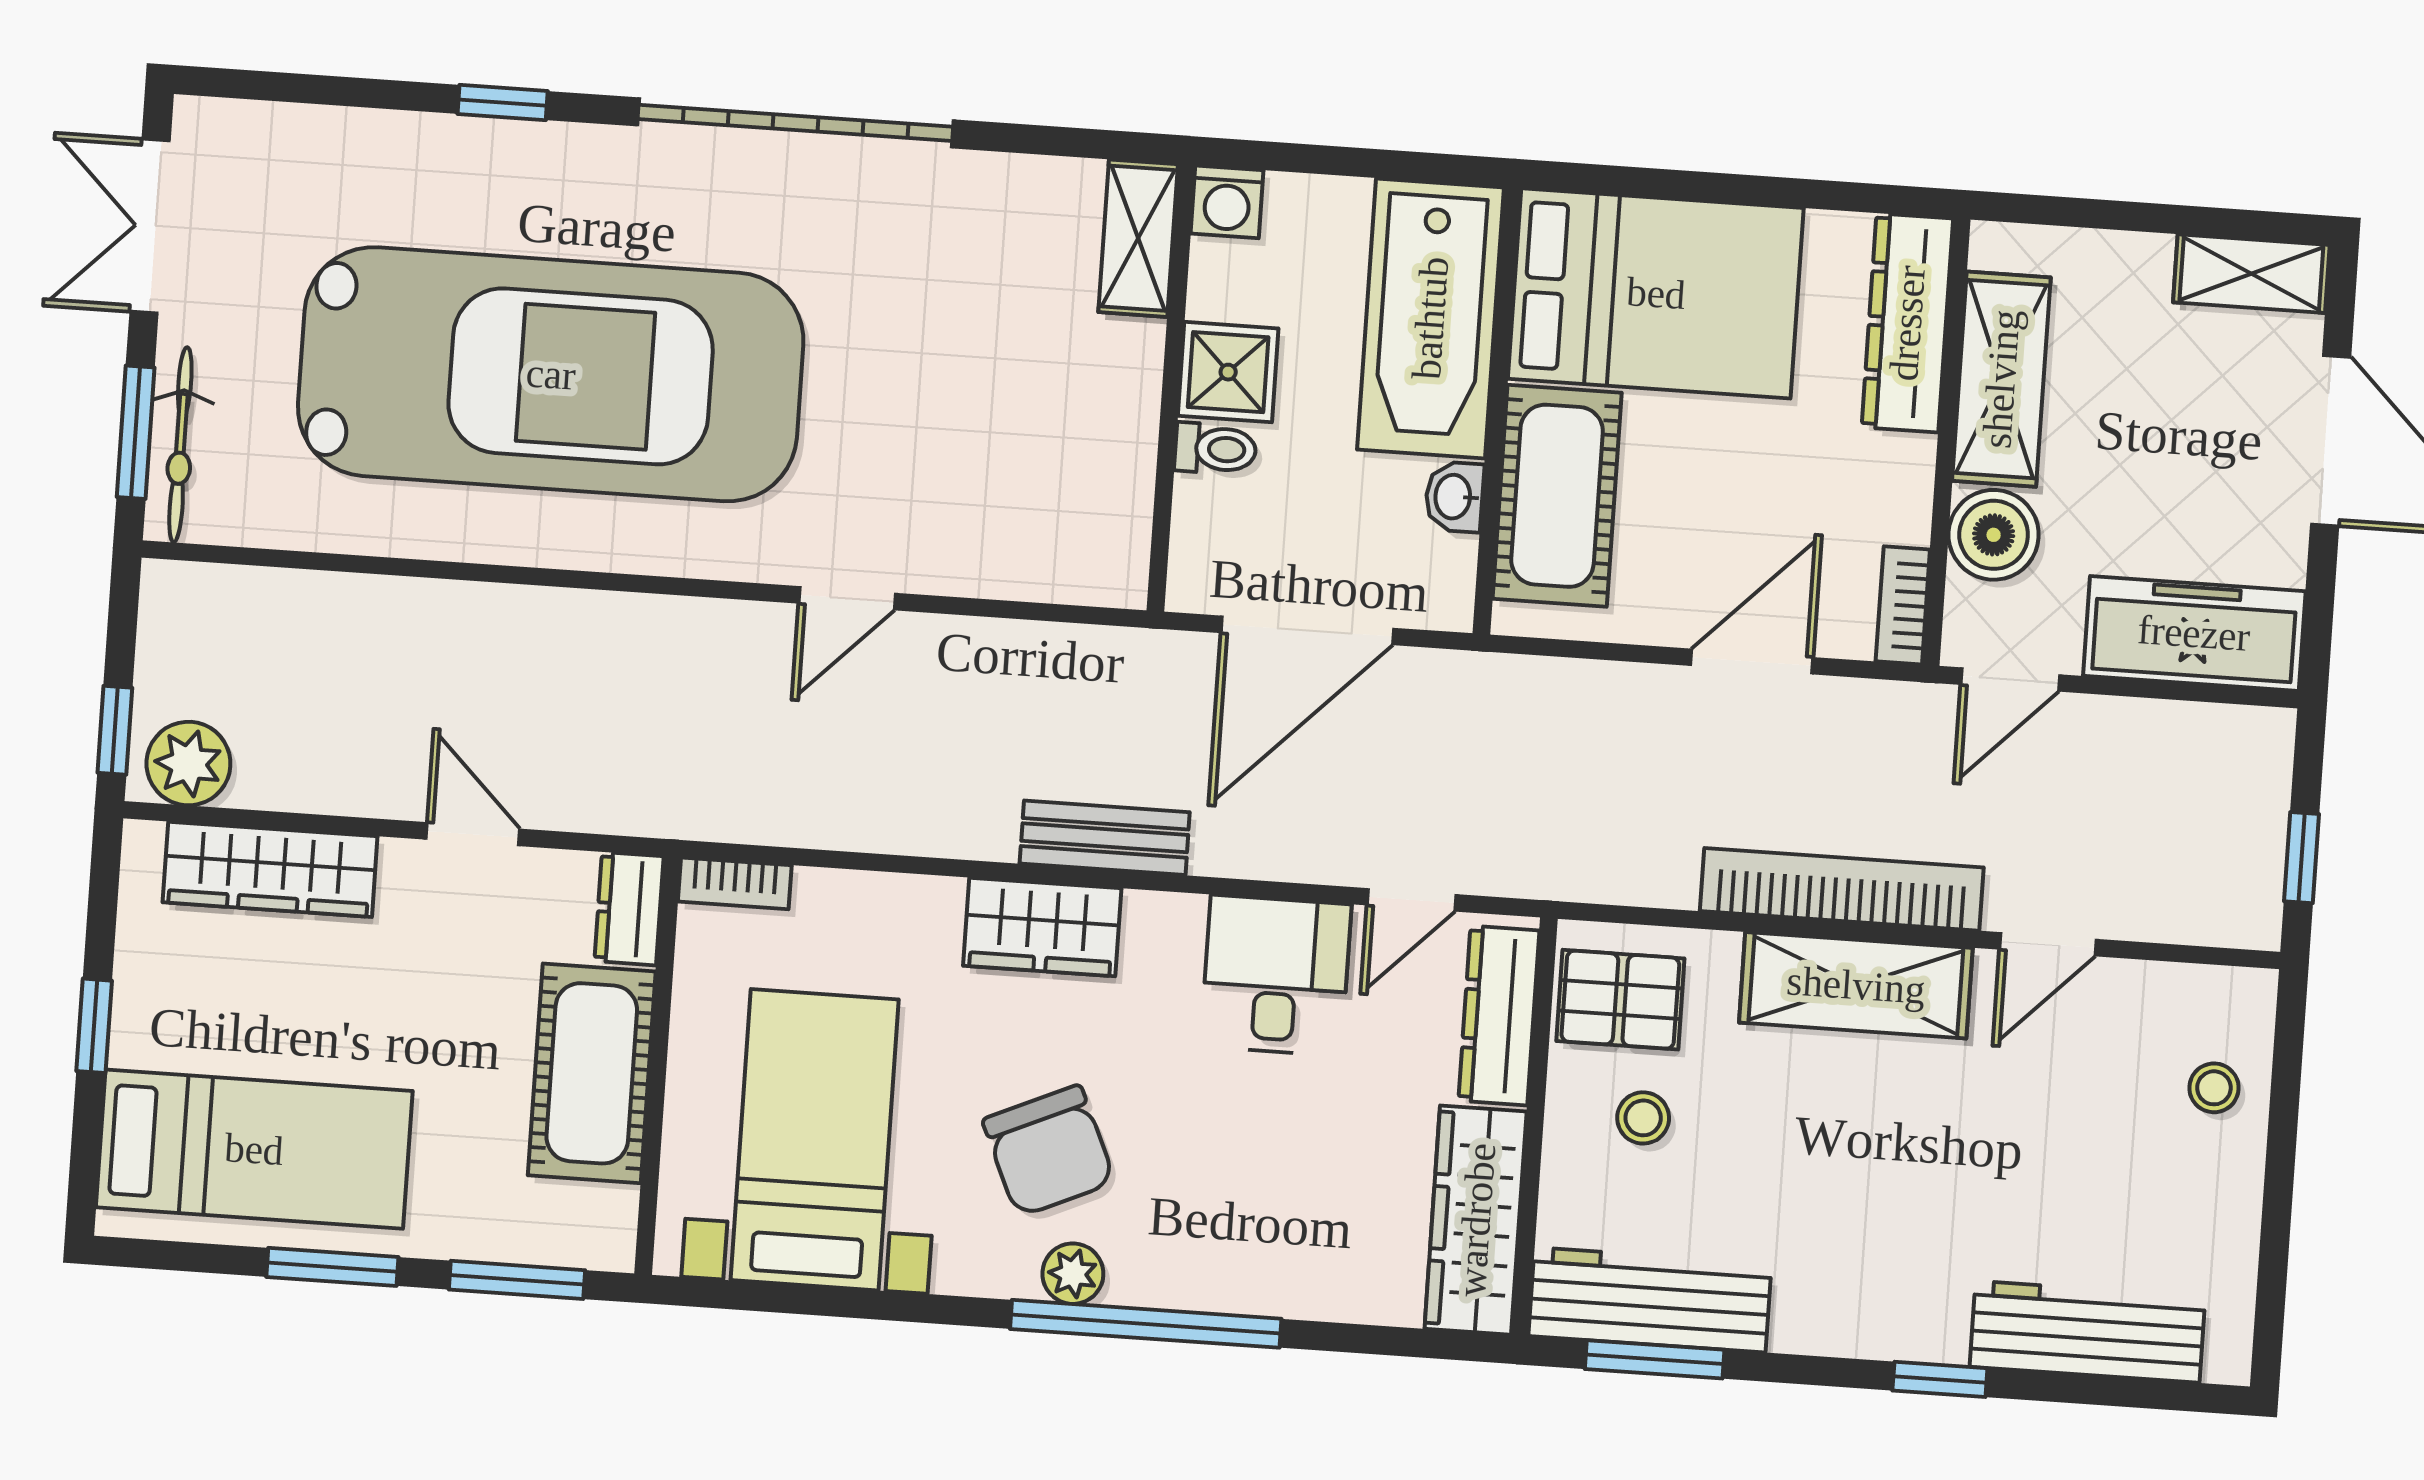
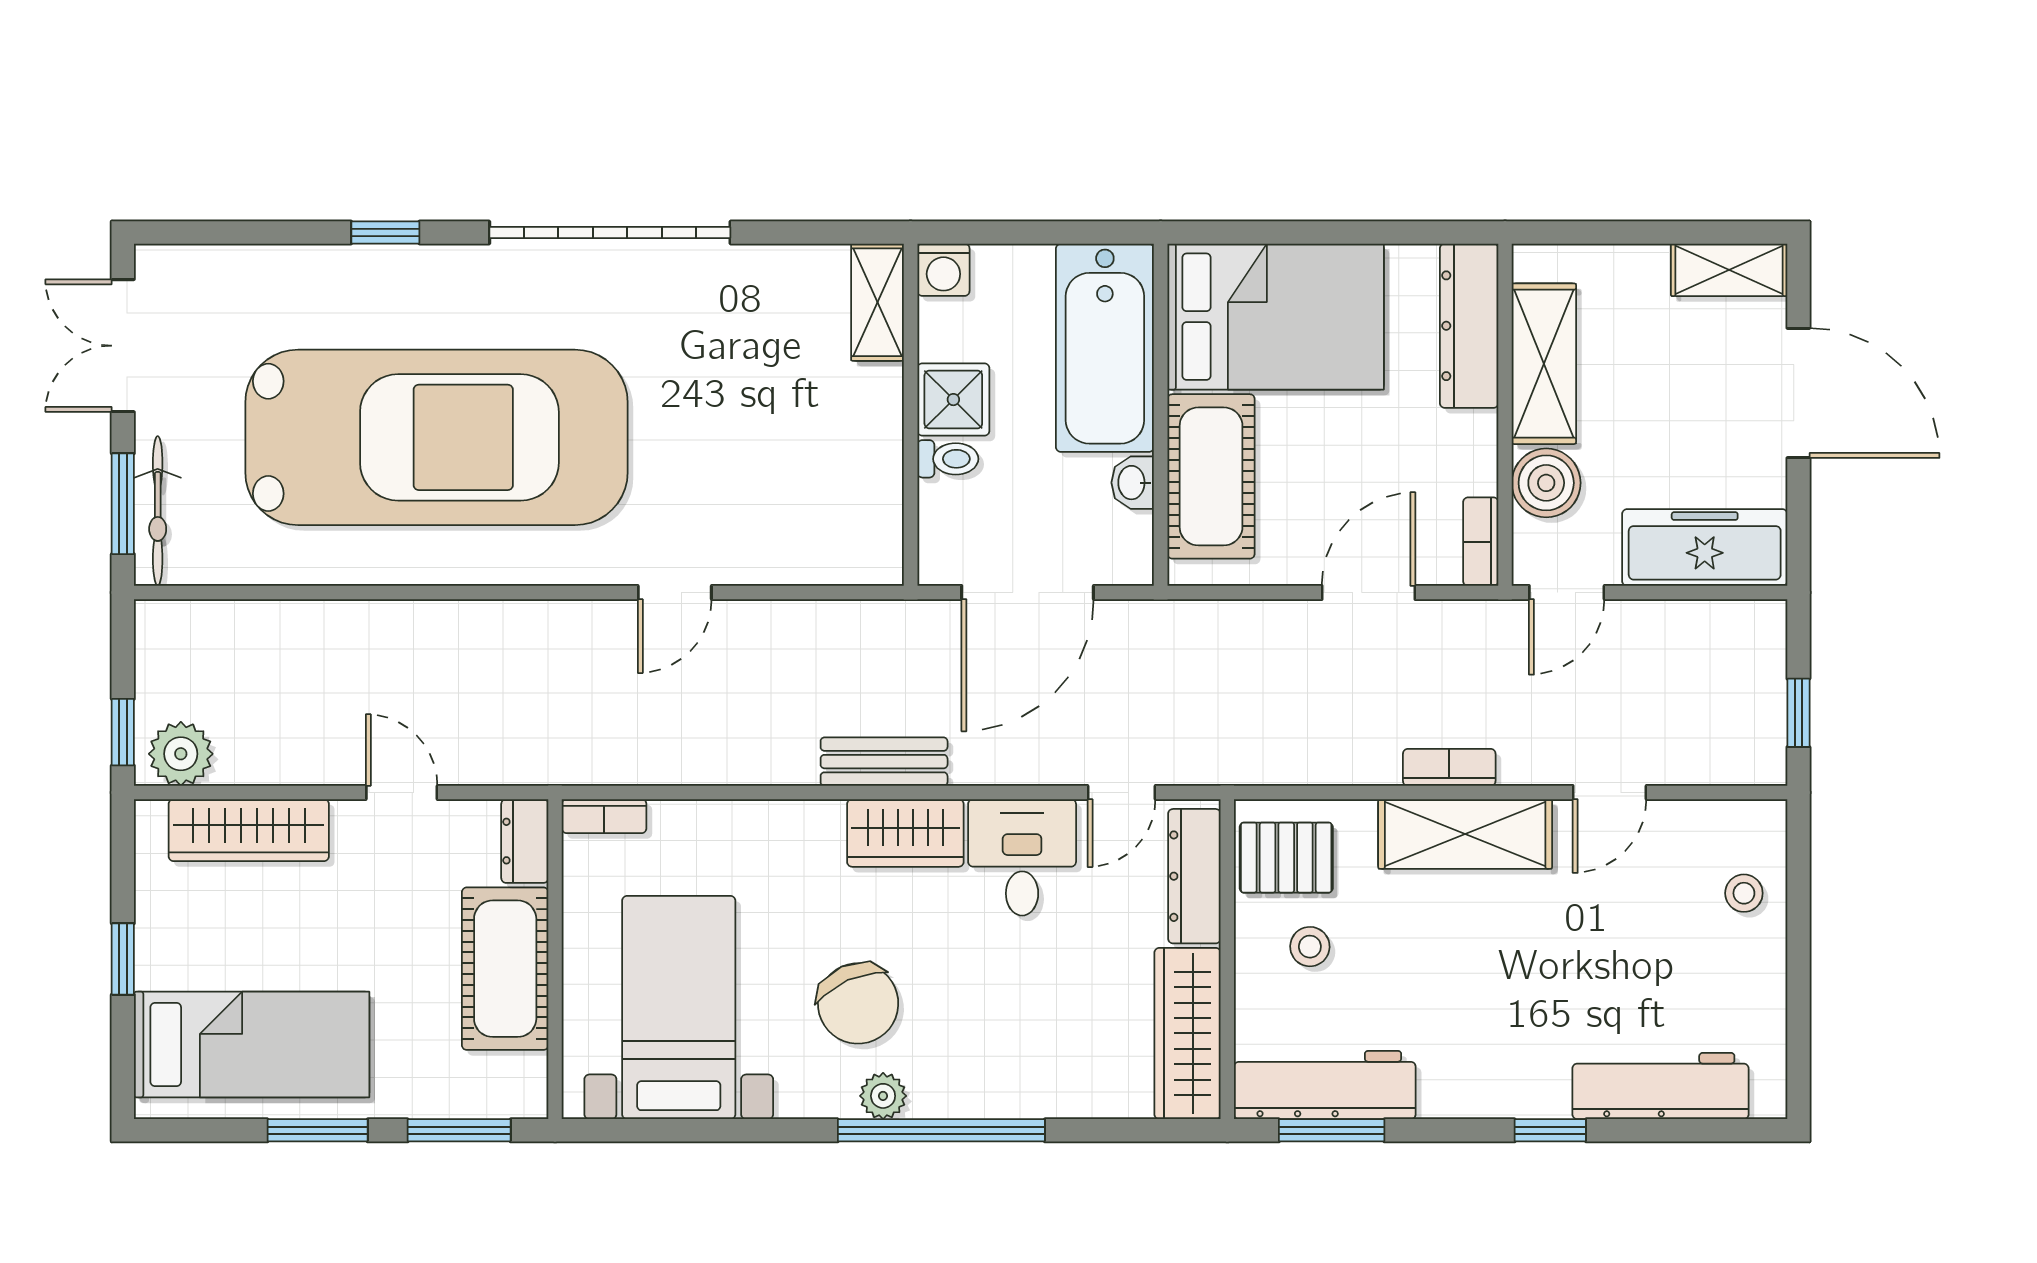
bookcase: (1842, 889) -> (1449, 767), width x0.43, depth x0.76
wardrobe: (1042, 927) -> (905, 833), moved

